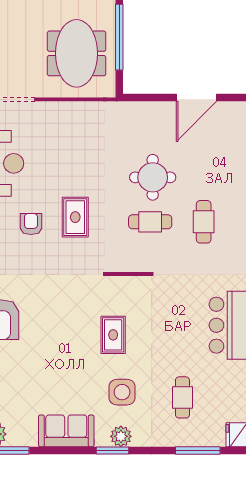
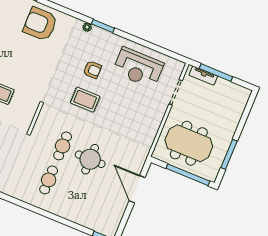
door: (196, 98) -> (137, 189), moved
cafe table: (204, 222) -> (49, 180), turned 90

